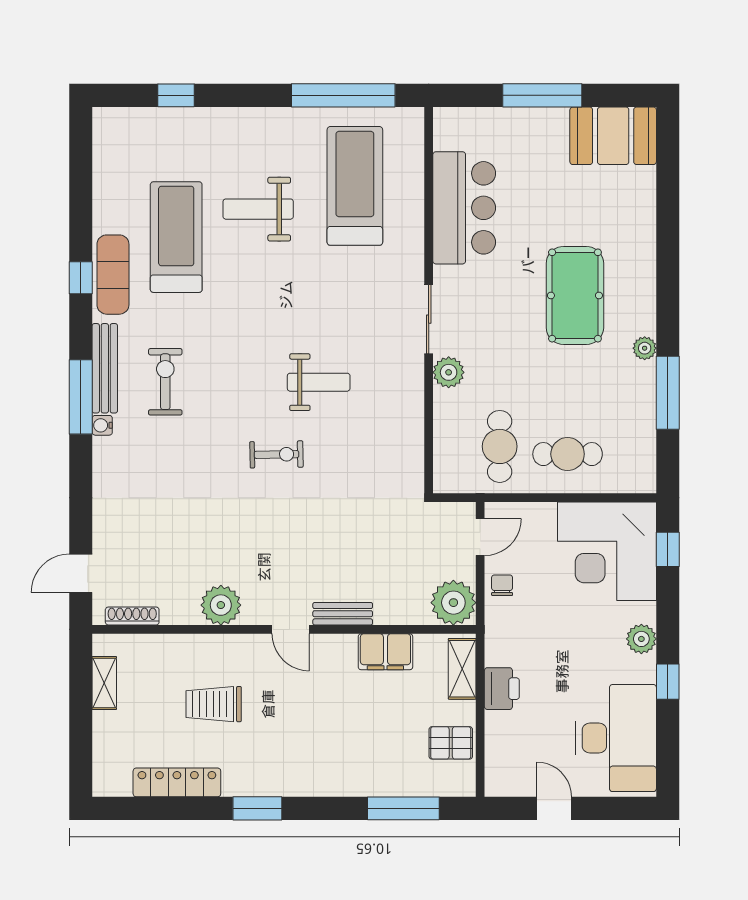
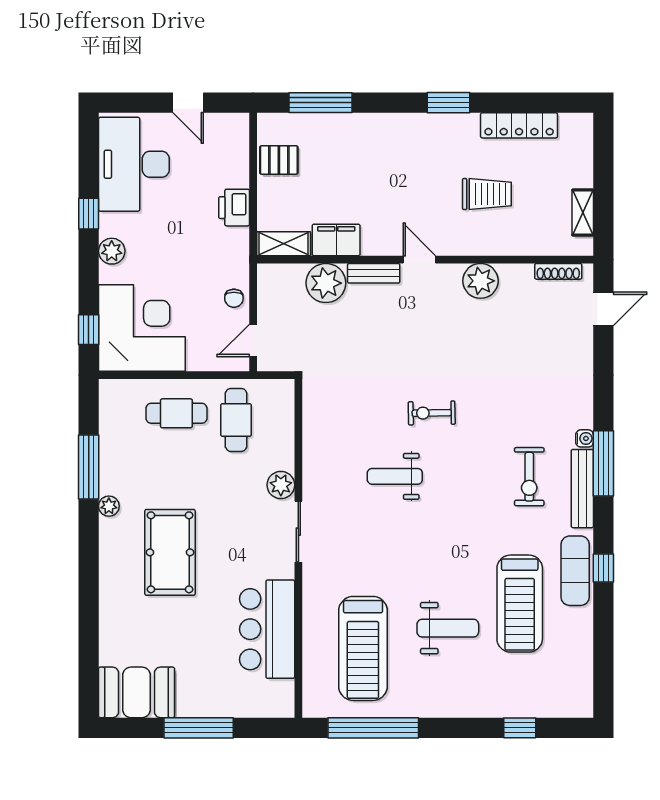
plant: (453, 603) -> (326, 283), moved
shelving: (462, 669) -> (284, 244), moved, turned 90

